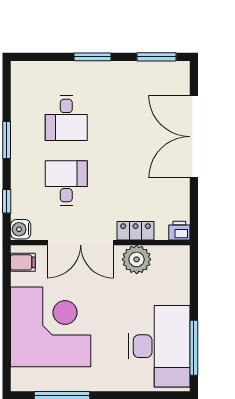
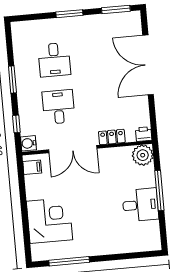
plant: (137, 259) -> (143, 155), moved
corner desk: (51, 327) -> (50, 221), width x0.74, depth x0.74
desk: (159, 346) -> (140, 205), width x0.53, depth x0.77
window: (194, 348) -> (159, 190), moved

